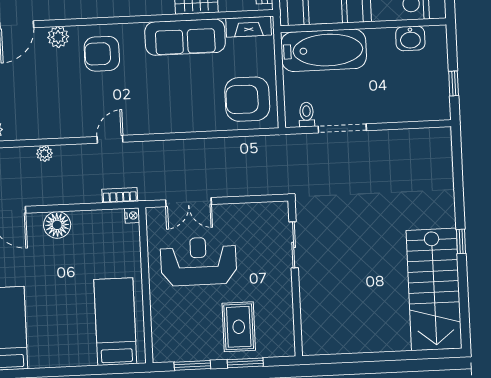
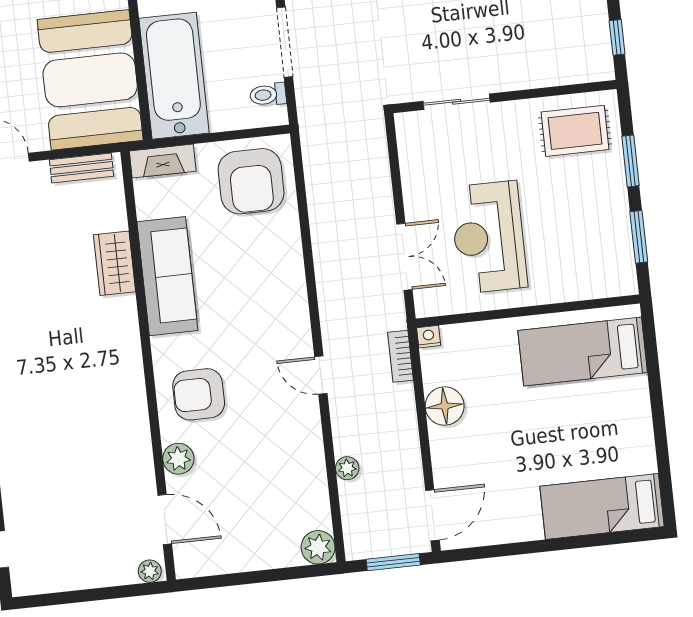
fireplace: (249, 27) -> (163, 161), moved, turned 90
armchair: (102, 54) -> (199, 394), turned 90
floor lamp: (57, 225) -> (445, 406), moved
rug: (239, 327) -> (575, 131), moved
window: (332, 359) -> (617, 37), added

